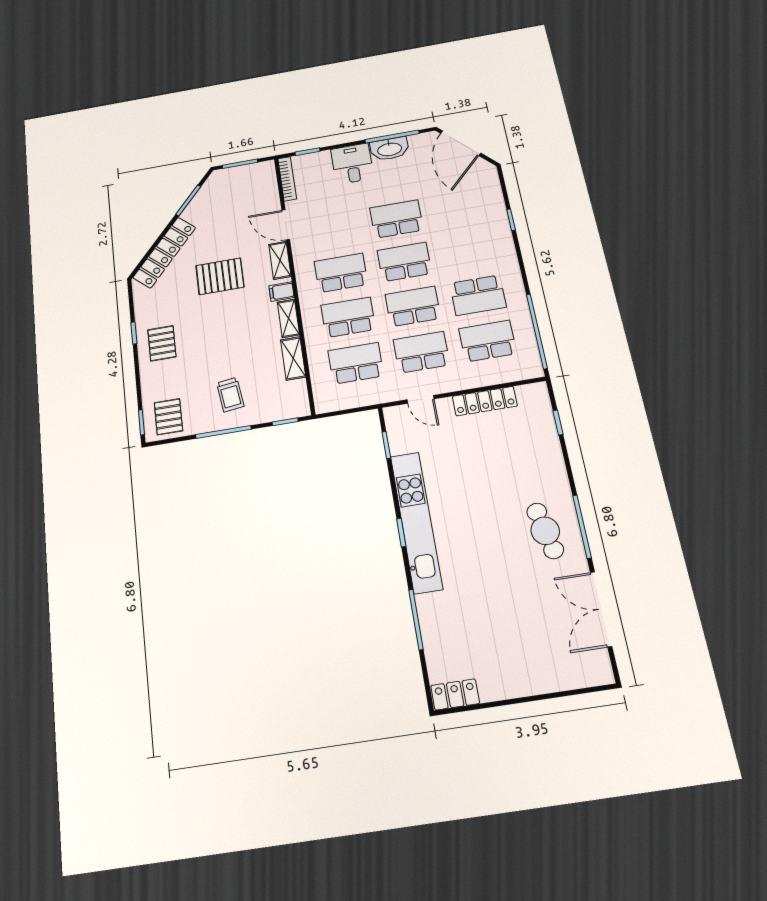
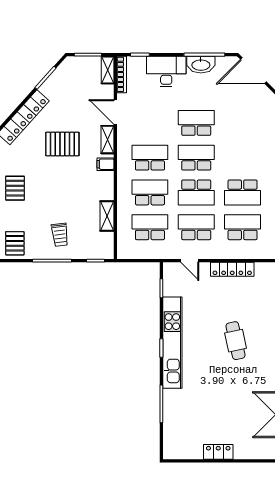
door: (461, 143) -> (253, 70), hinge flipped
desk: (352, 164) -> (166, 71), width x1.37
school desk: (413, 306) -> (196, 192), turned 180
shelving: (288, 318) -> (108, 70), moved
cafe table: (545, 531) -> (236, 341), moved
locker: (455, 694) -> (218, 452), moved

